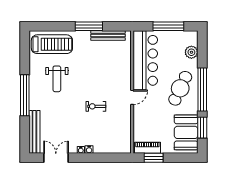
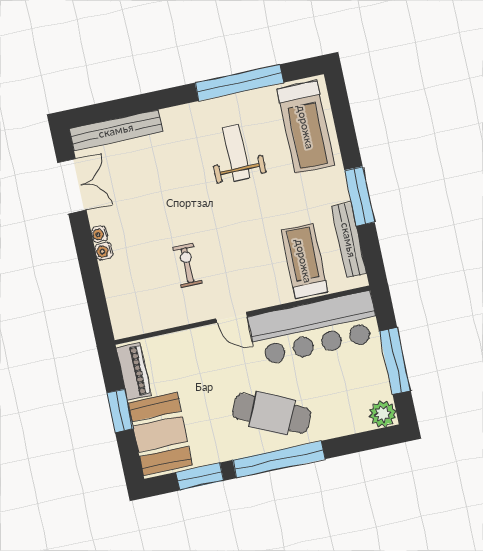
plant: (191, 52) -> (383, 414), moved
treadmill: (113, 58) -> (304, 261), added
weight bench: (57, 79) -> (236, 153), turned 90
window: (25, 95) -> (239, 83), moved
exercise bike: (96, 106) -> (187, 265), moved
booth: (186, 132) -> (160, 434), moved, turned 90
window: (154, 158) -> (120, 411), moved

